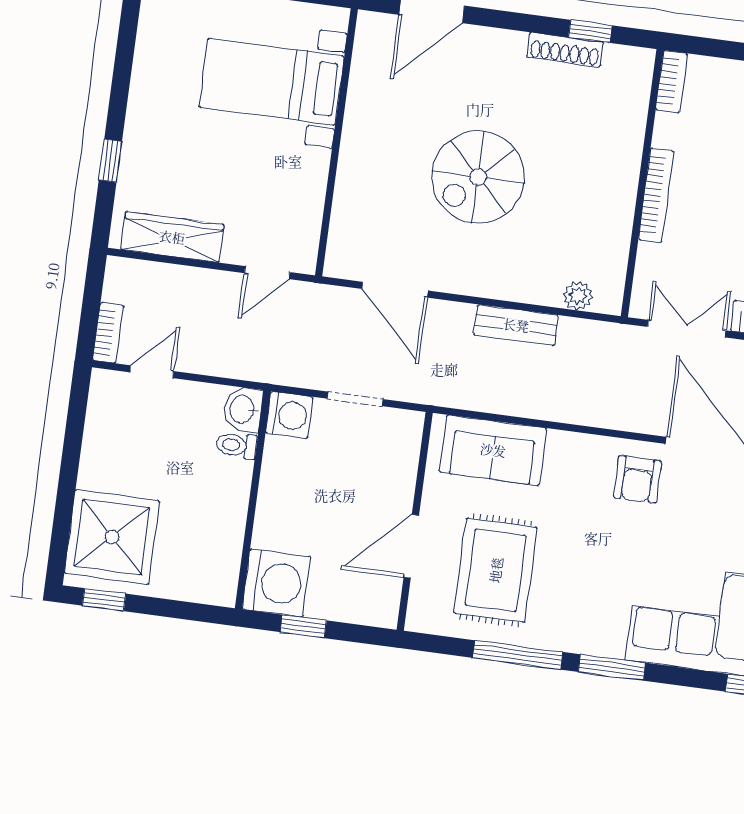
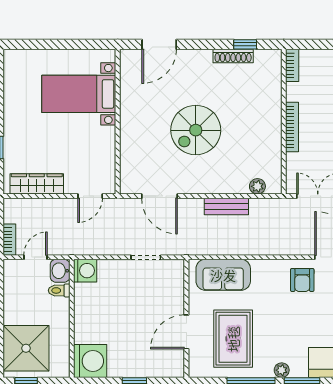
washbasin: (243, 409) -> (60, 271), moved
washing machine: (289, 415) -> (85, 271), moved
toilet: (237, 445) -> (59, 290), moved
wall: (253, 500) -> (72, 318), moved
washing machine: (276, 583) -> (90, 361), moved
plant: (577, 640) -> (282, 370), added

